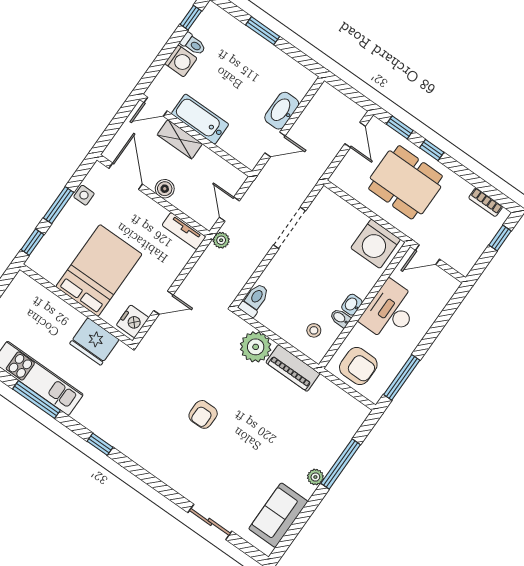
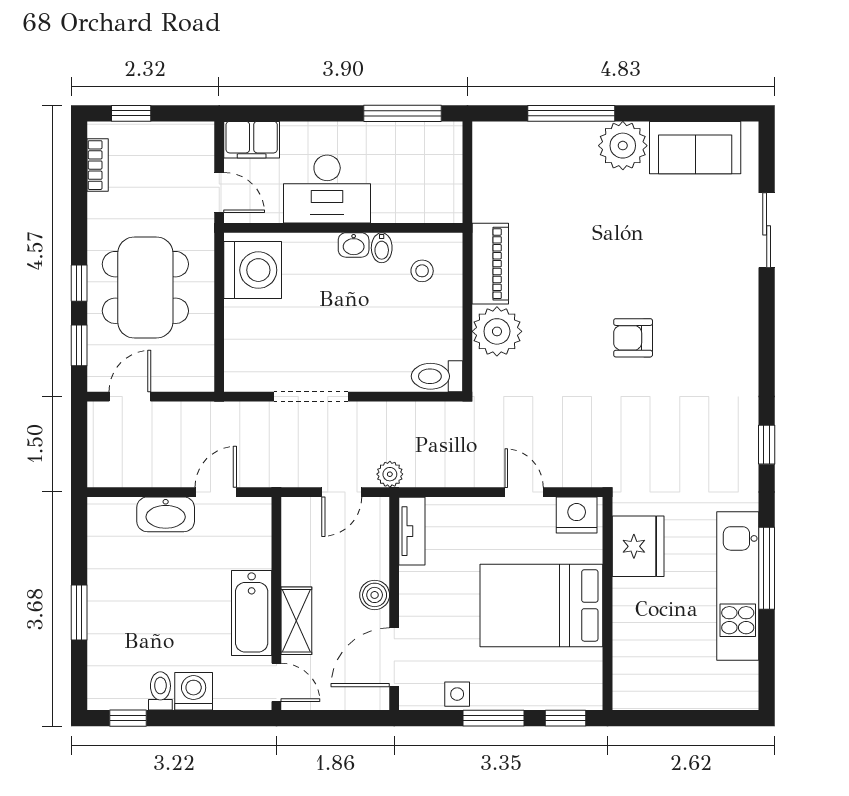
door: (275, 144) -> (216, 492), hinge flipped
filing cabinet: (443, 290) -> (252, 140), added
armchair: (358, 366) -> (428, 180), removed
armchair: (203, 414) -> (633, 338), turned 180
plant: (315, 477) -> (623, 146), width x1.88, depth x1.88

